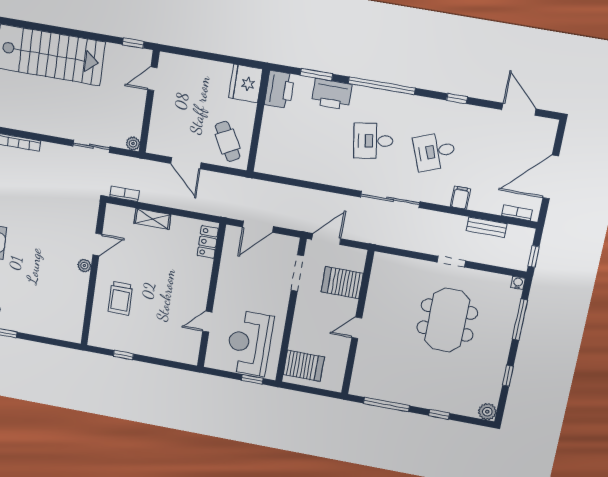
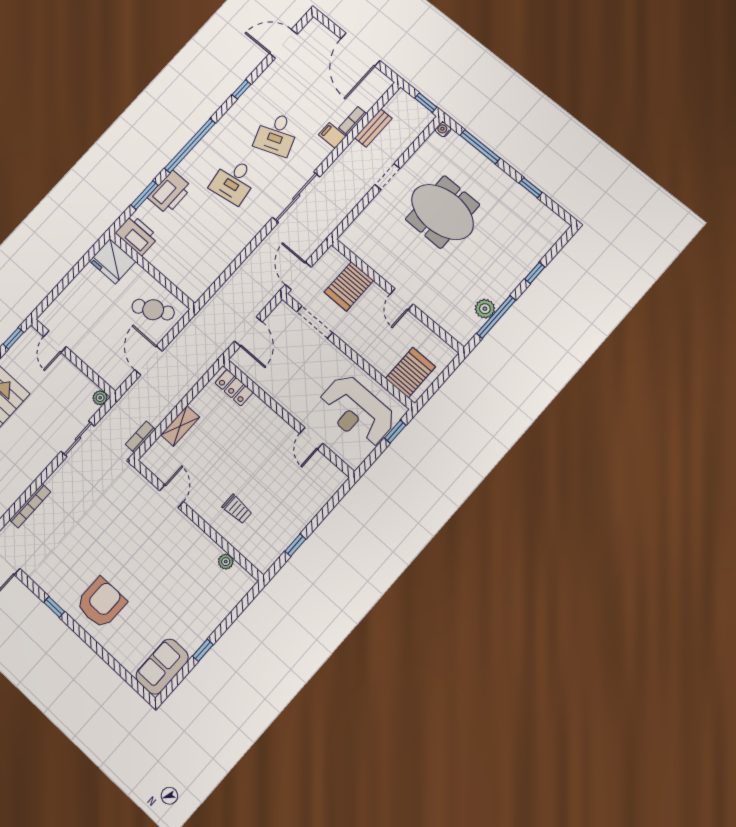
door: (186, 163) -> (149, 360), swing flipped
bookcase: (517, 213) -> (353, 121), moved
plant: (84, 266) -> (226, 562), moved
trolley: (120, 298) -> (237, 509), width x0.73, depth x0.72
plant: (487, 412) -> (485, 309), moved

